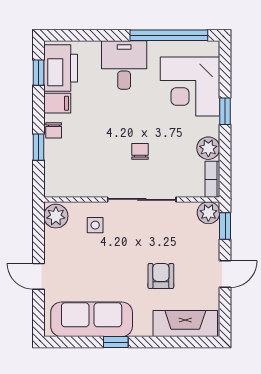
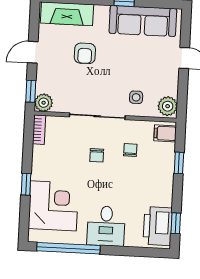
filing cabinet: (57, 103) -> (165, 133), moved
chair: (54, 130) -> (130, 150), moved
plant: (208, 148) -> (41, 155), removed

